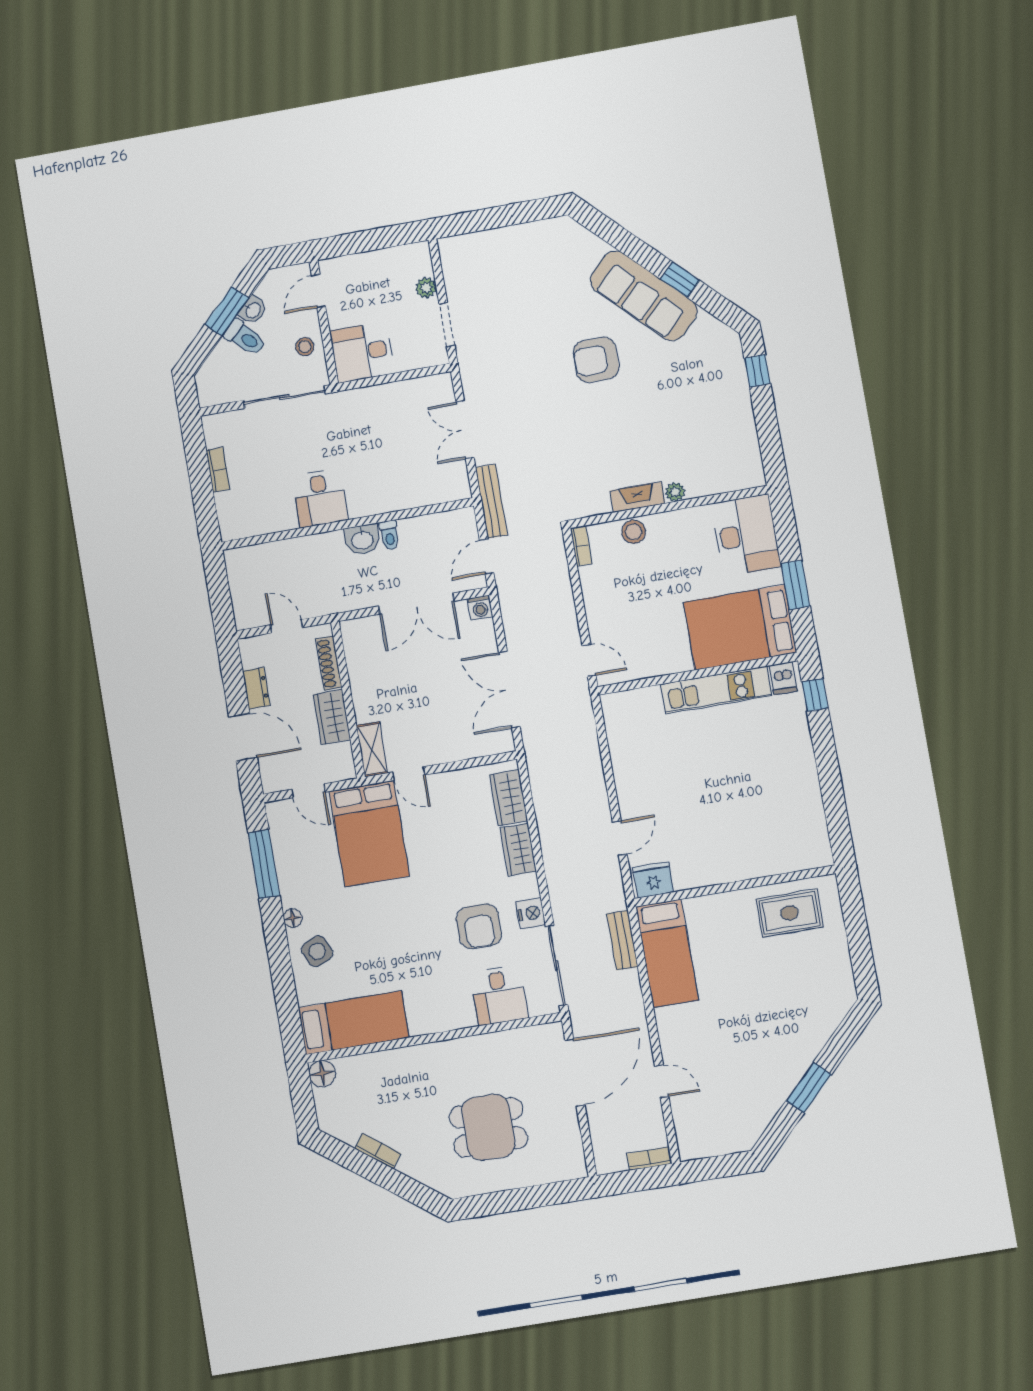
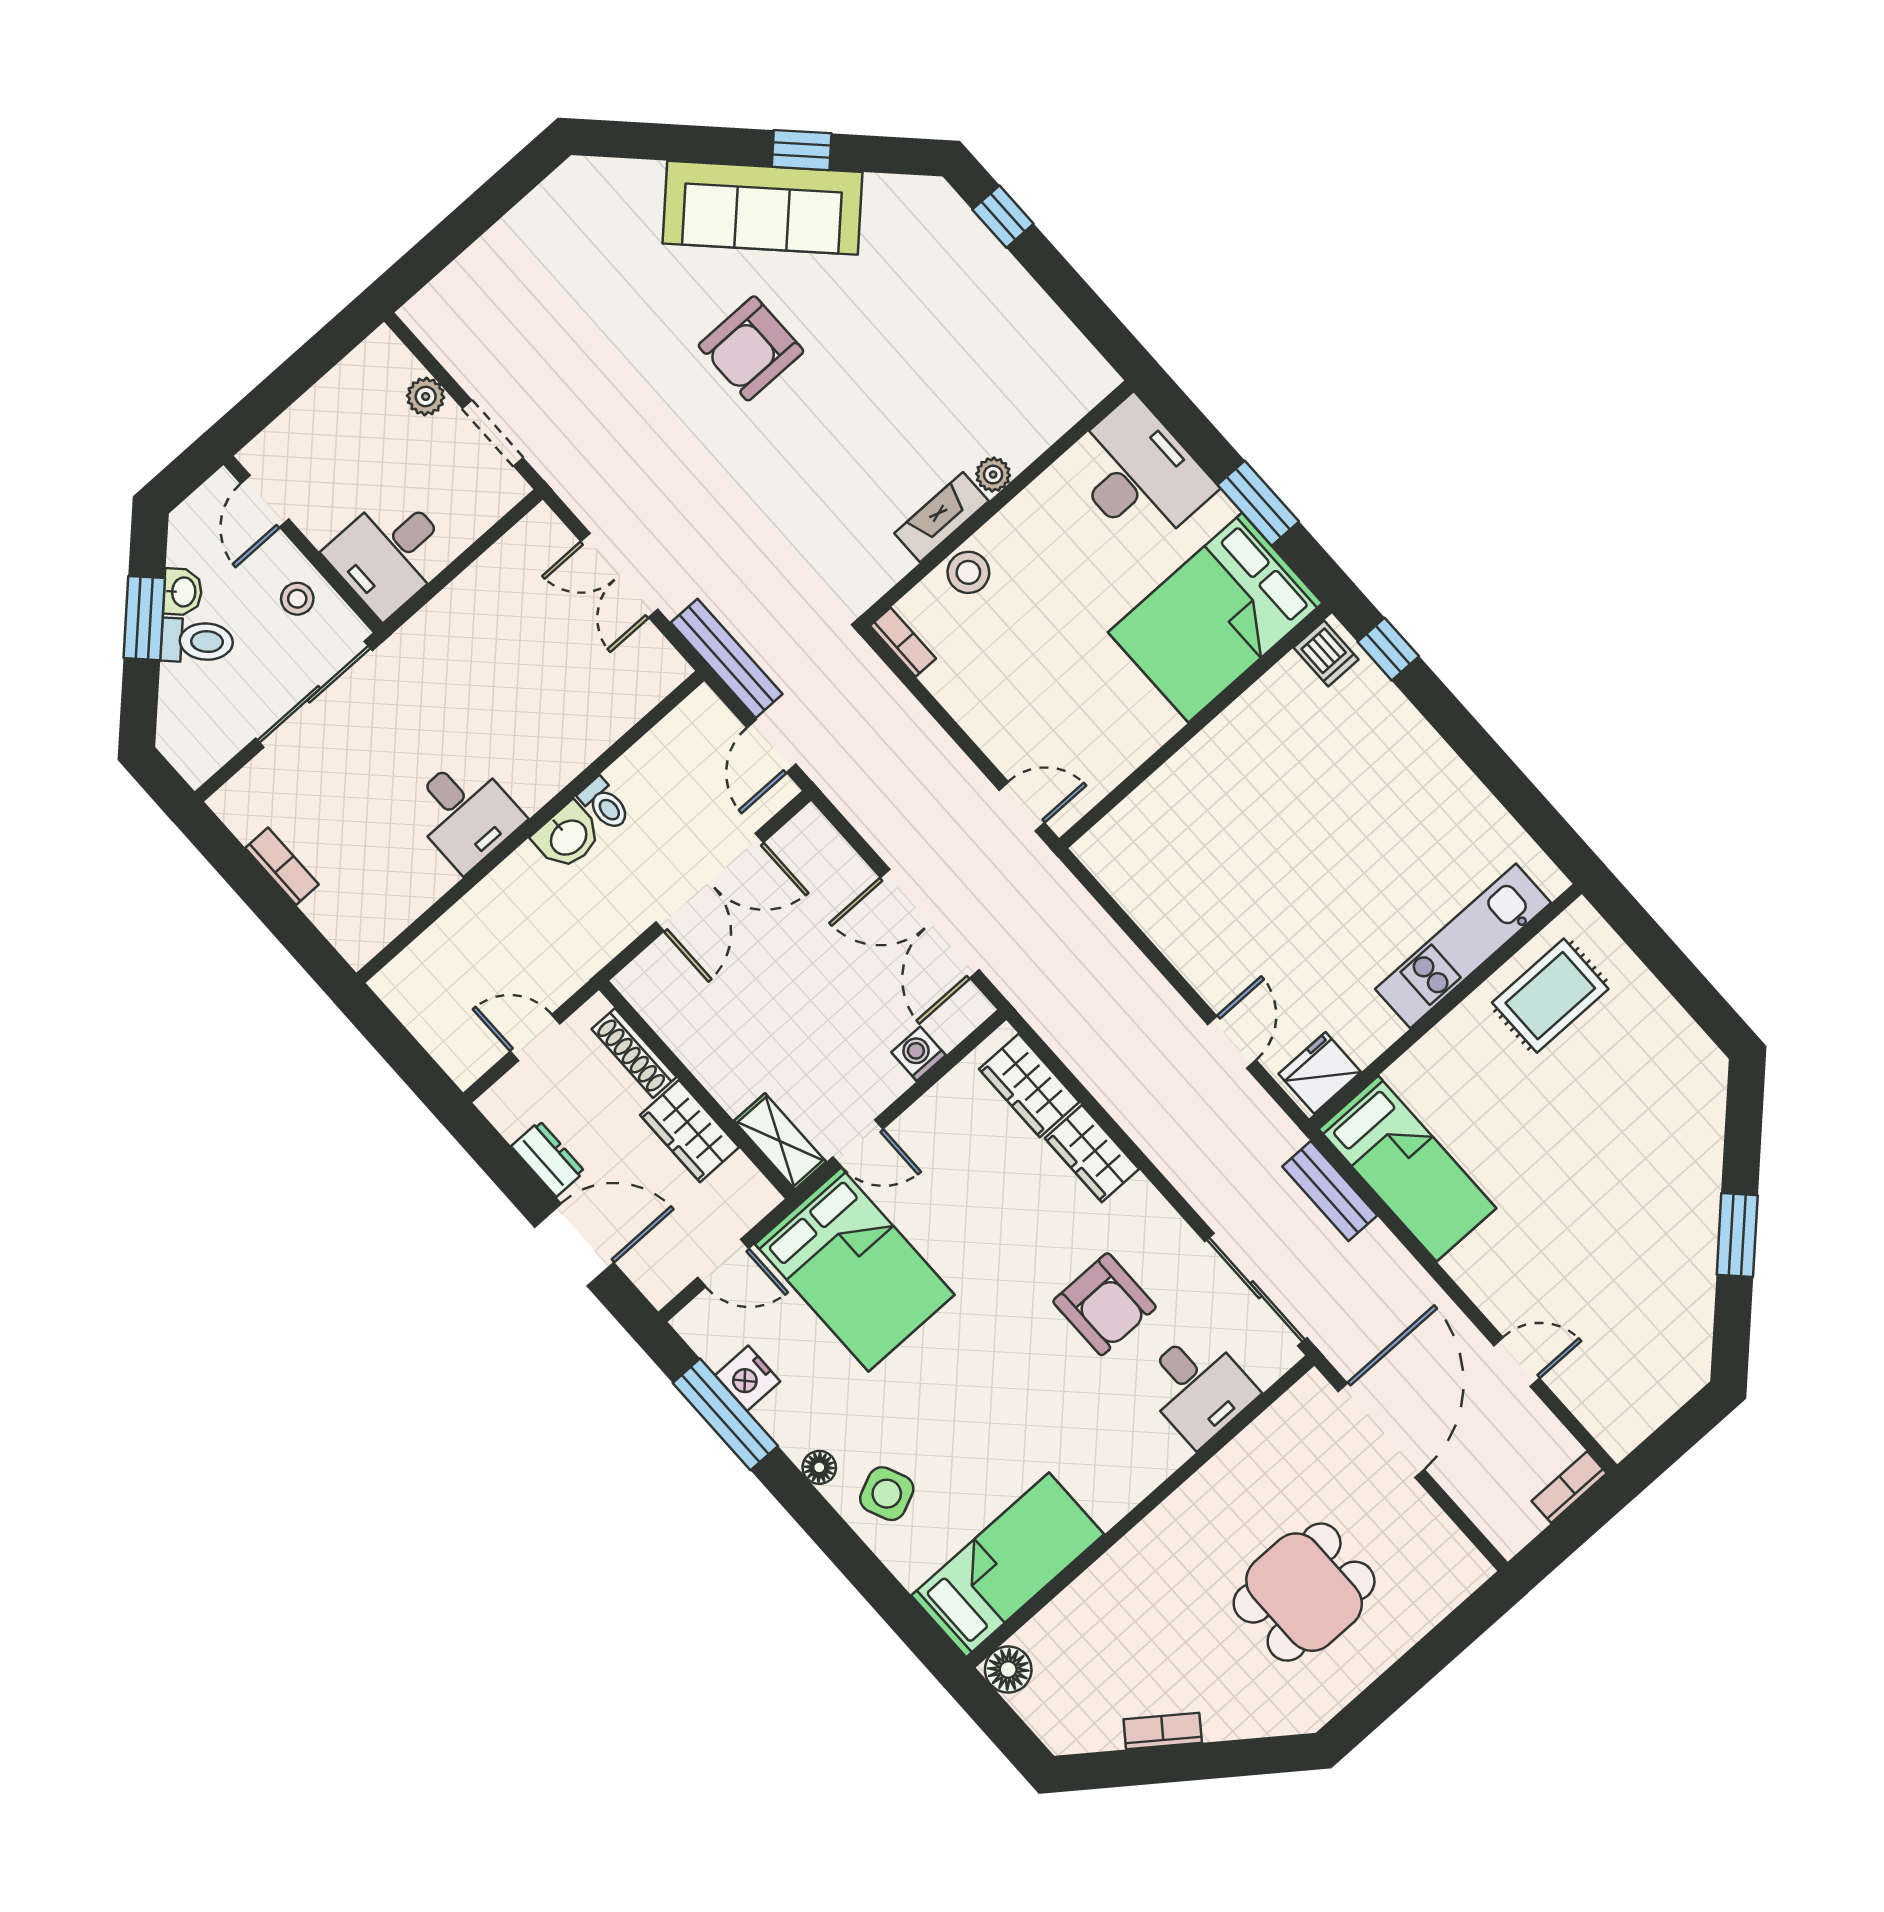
washing machine: (480, 608) -> (919, 1054), moved, turned 180
kitchen unit: (716, 690) -> (1463, 946), moved, turned 180
nightstand: (531, 913) -> (748, 1378), moved, turned 180

